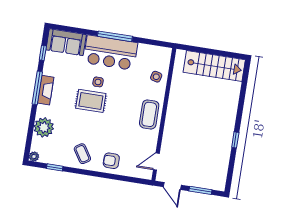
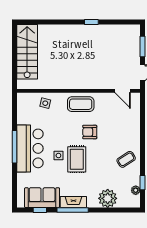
sofa: (66, 42) -> (42, 198), moved, turned -90
plant: (34, 156) -> (136, 190), moved
armchair: (111, 161) -> (90, 132), moved, turned 90

